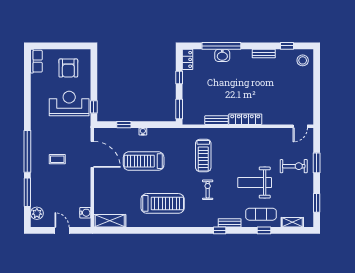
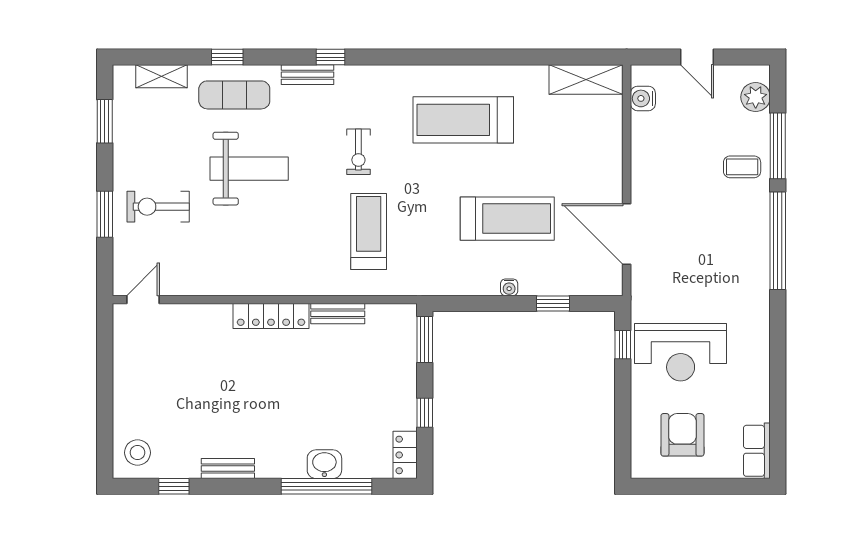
coffee table: (57, 159) -> (742, 167), moved

